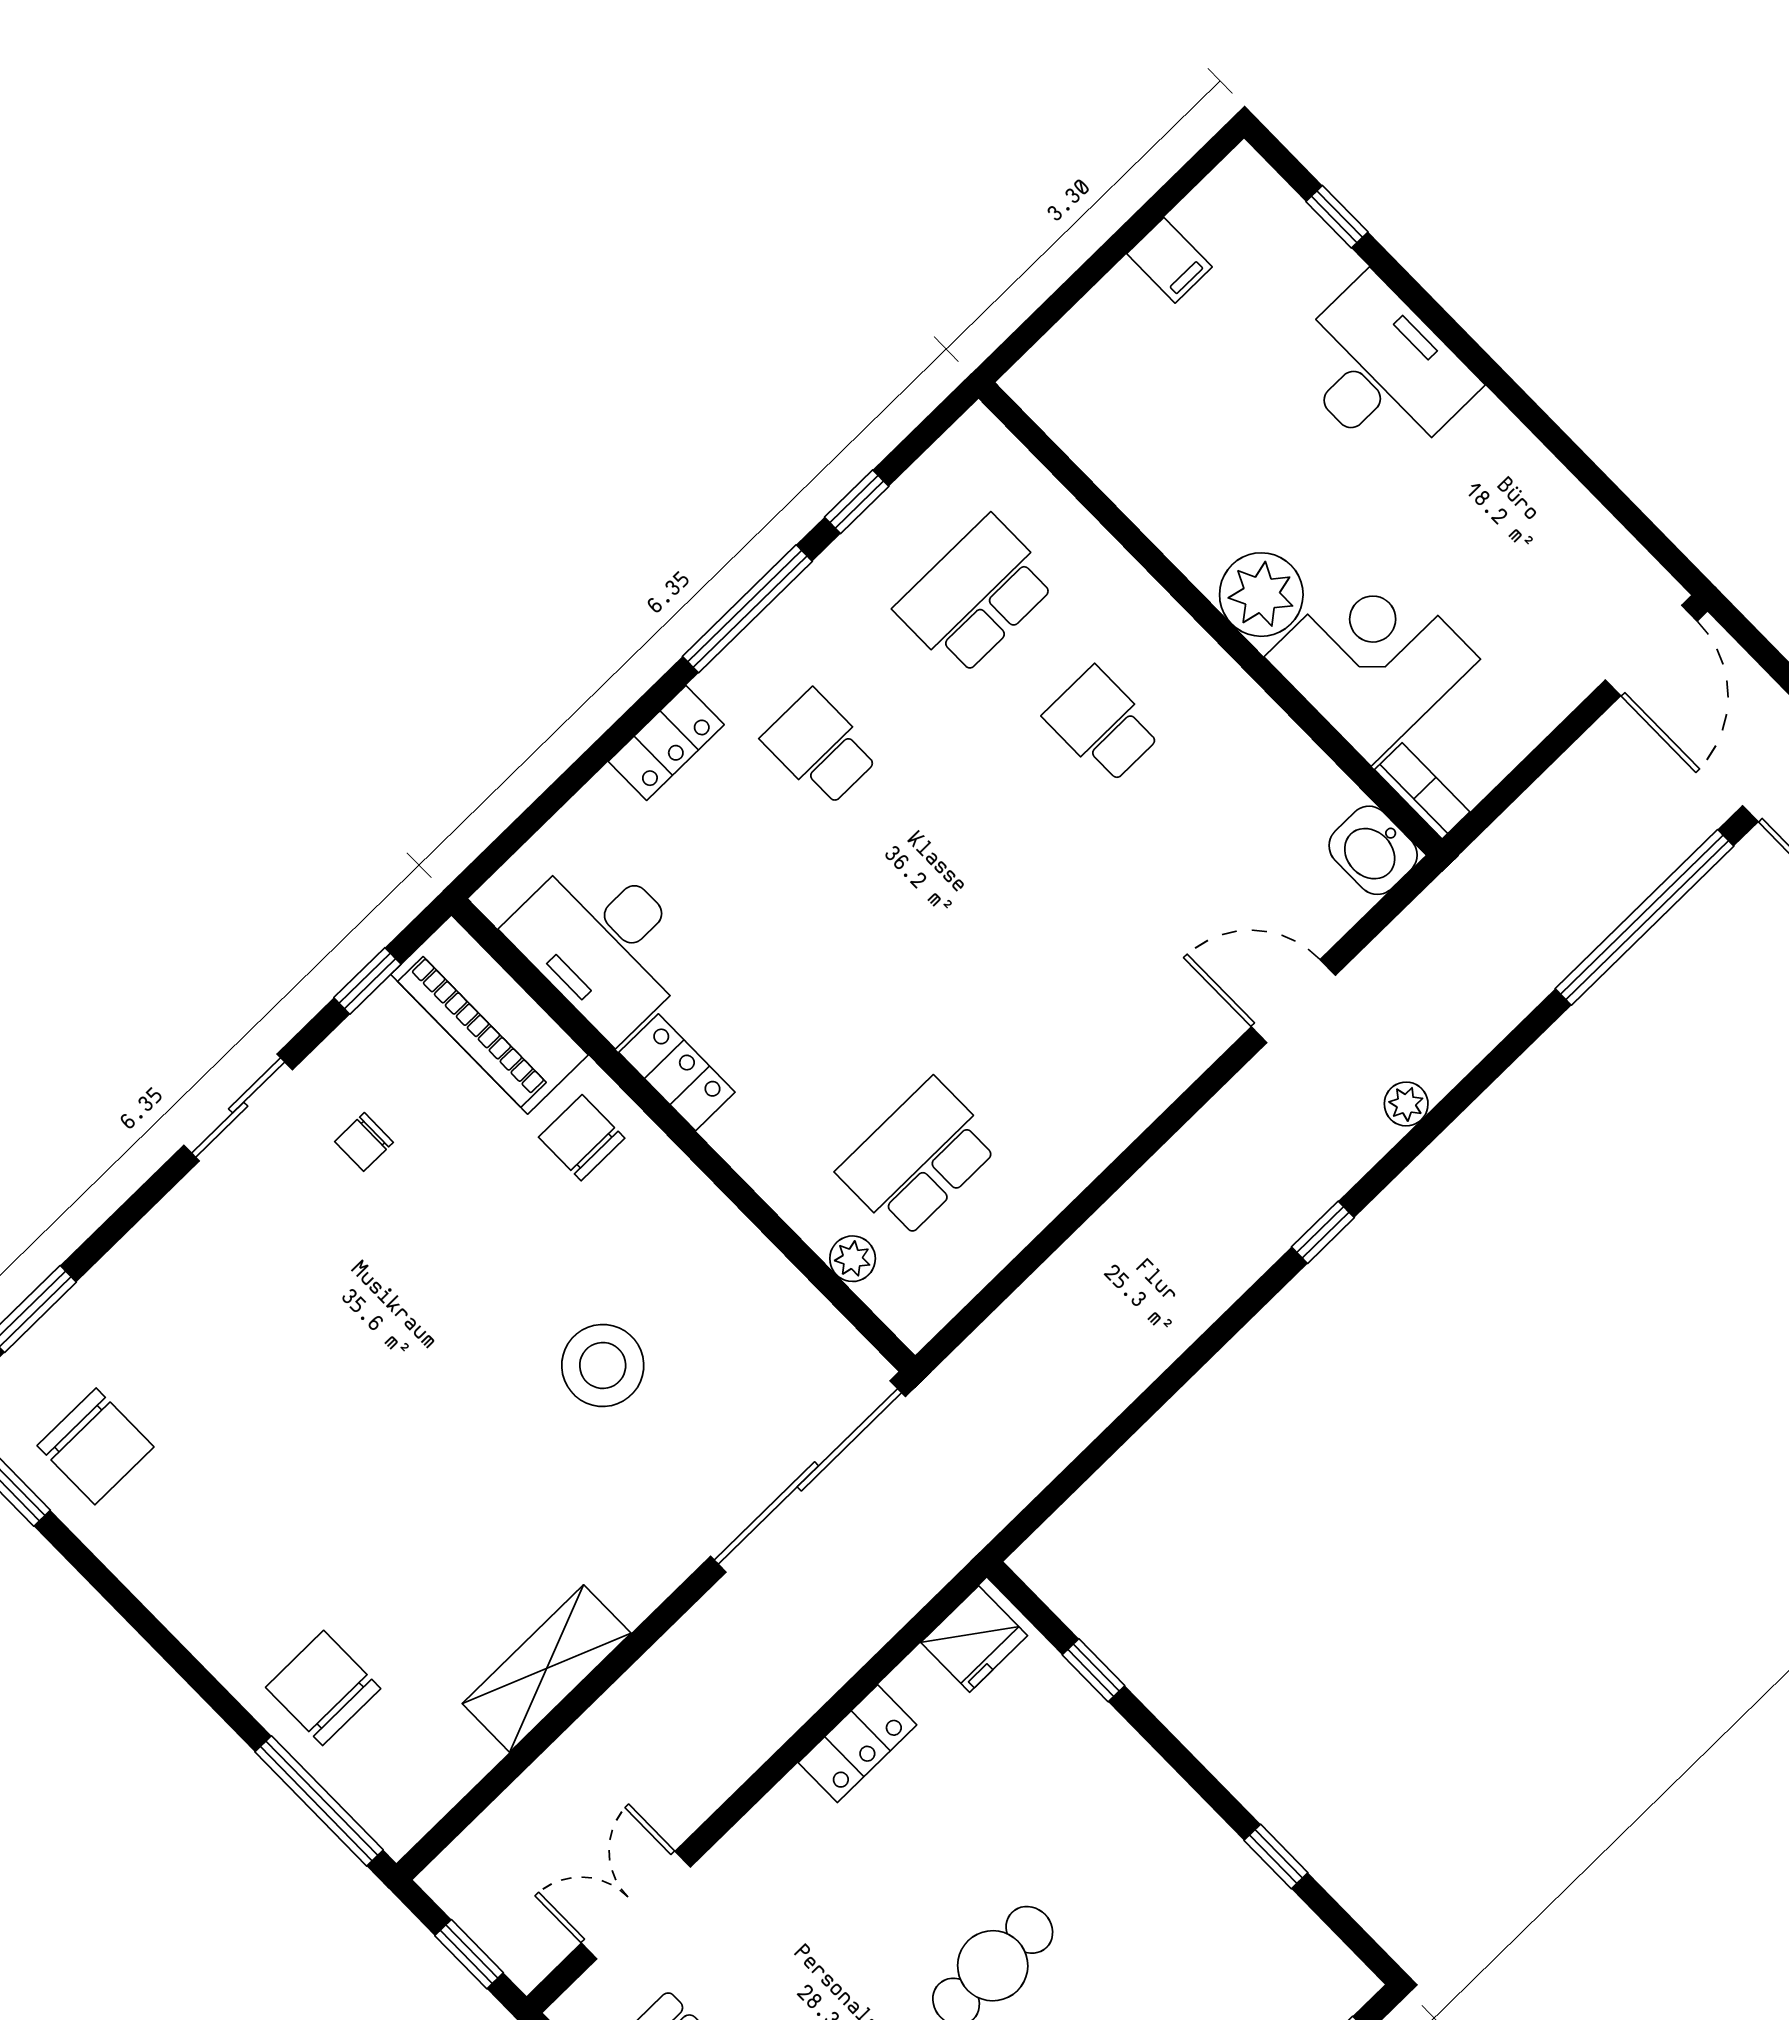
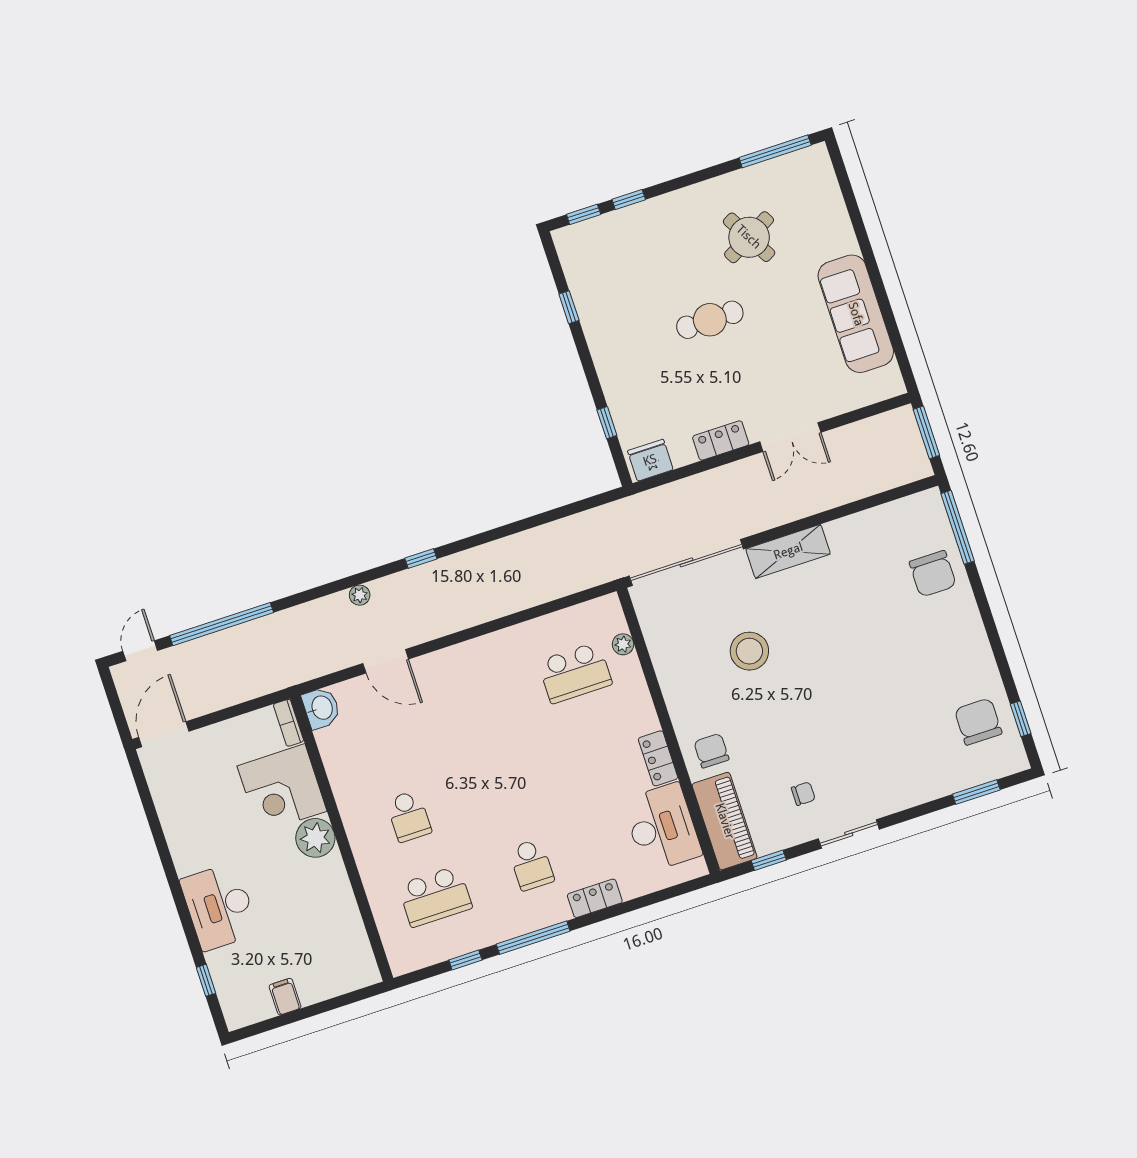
chair: (582, 1138) -> (711, 751), turned 180
shelving: (547, 1668) -> (788, 551), moved
double door: (636, 1905) -> (790, 437), moved
window: (469, 1954) -> (926, 432), width x1.50

